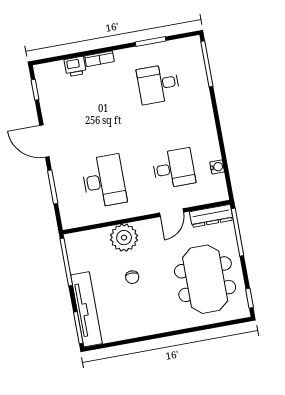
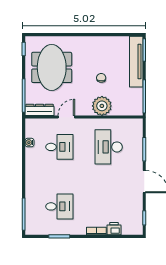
desk: (174, 168) -> (59, 147), turned 180

